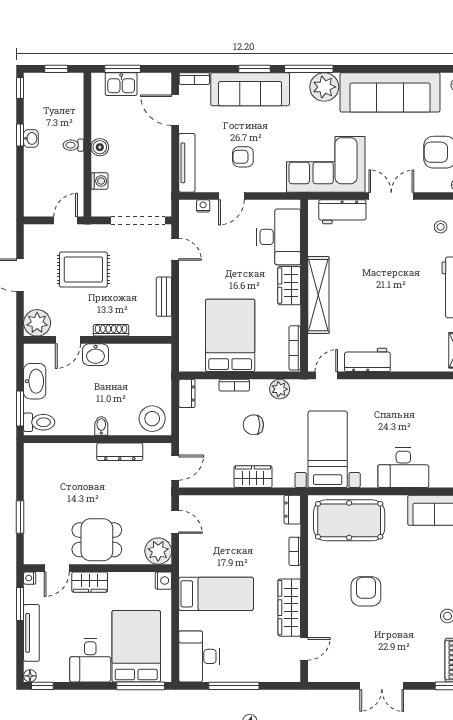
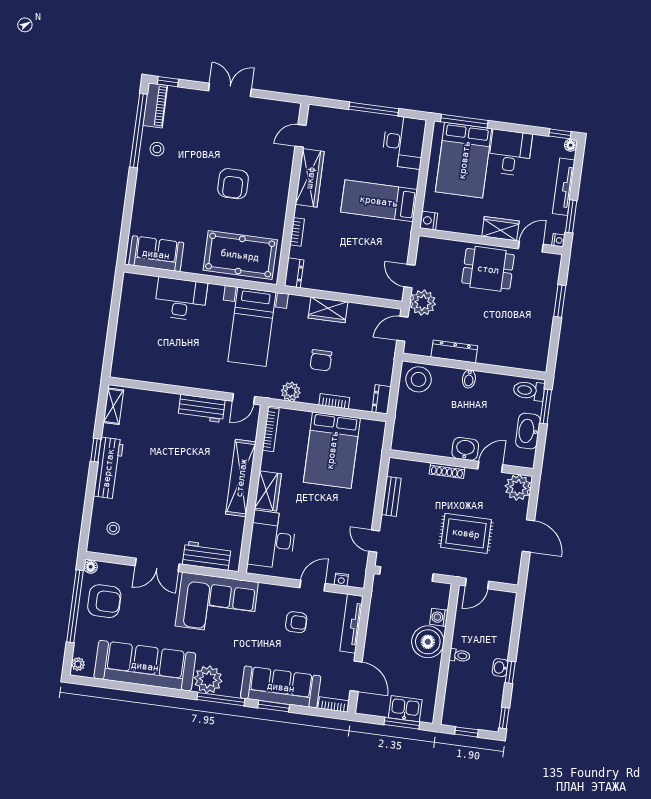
boiler: (100, 147) -> (428, 642), width x1.86, depth x1.86
chair: (253, 425) -> (321, 360), turned 90
plant: (158, 551) -> (423, 303), moved

